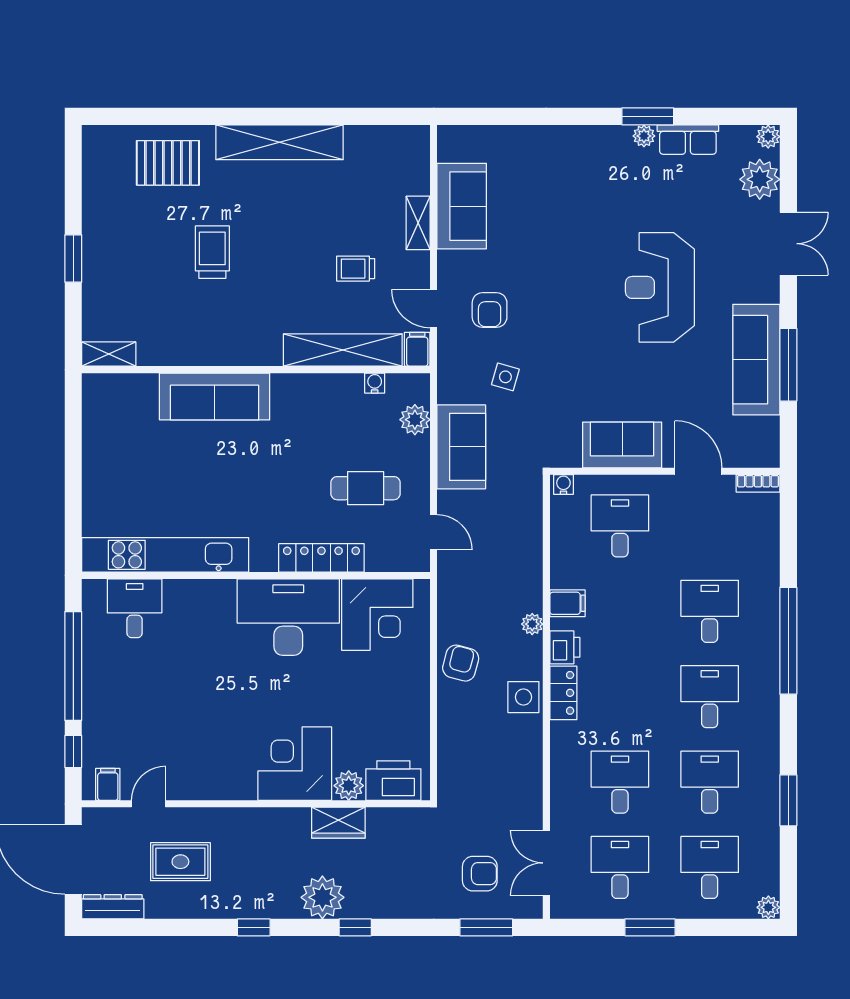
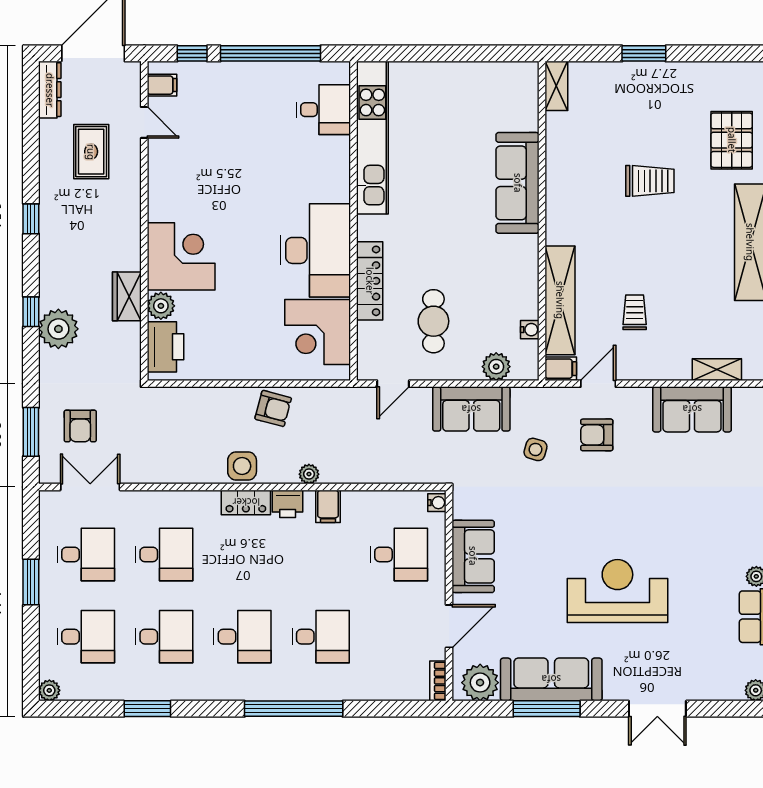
plant: (760, 179) -> (480, 683), moved
shelving: (418, 223) -> (717, 370), moved
plant: (322, 897) -> (58, 329), moved

